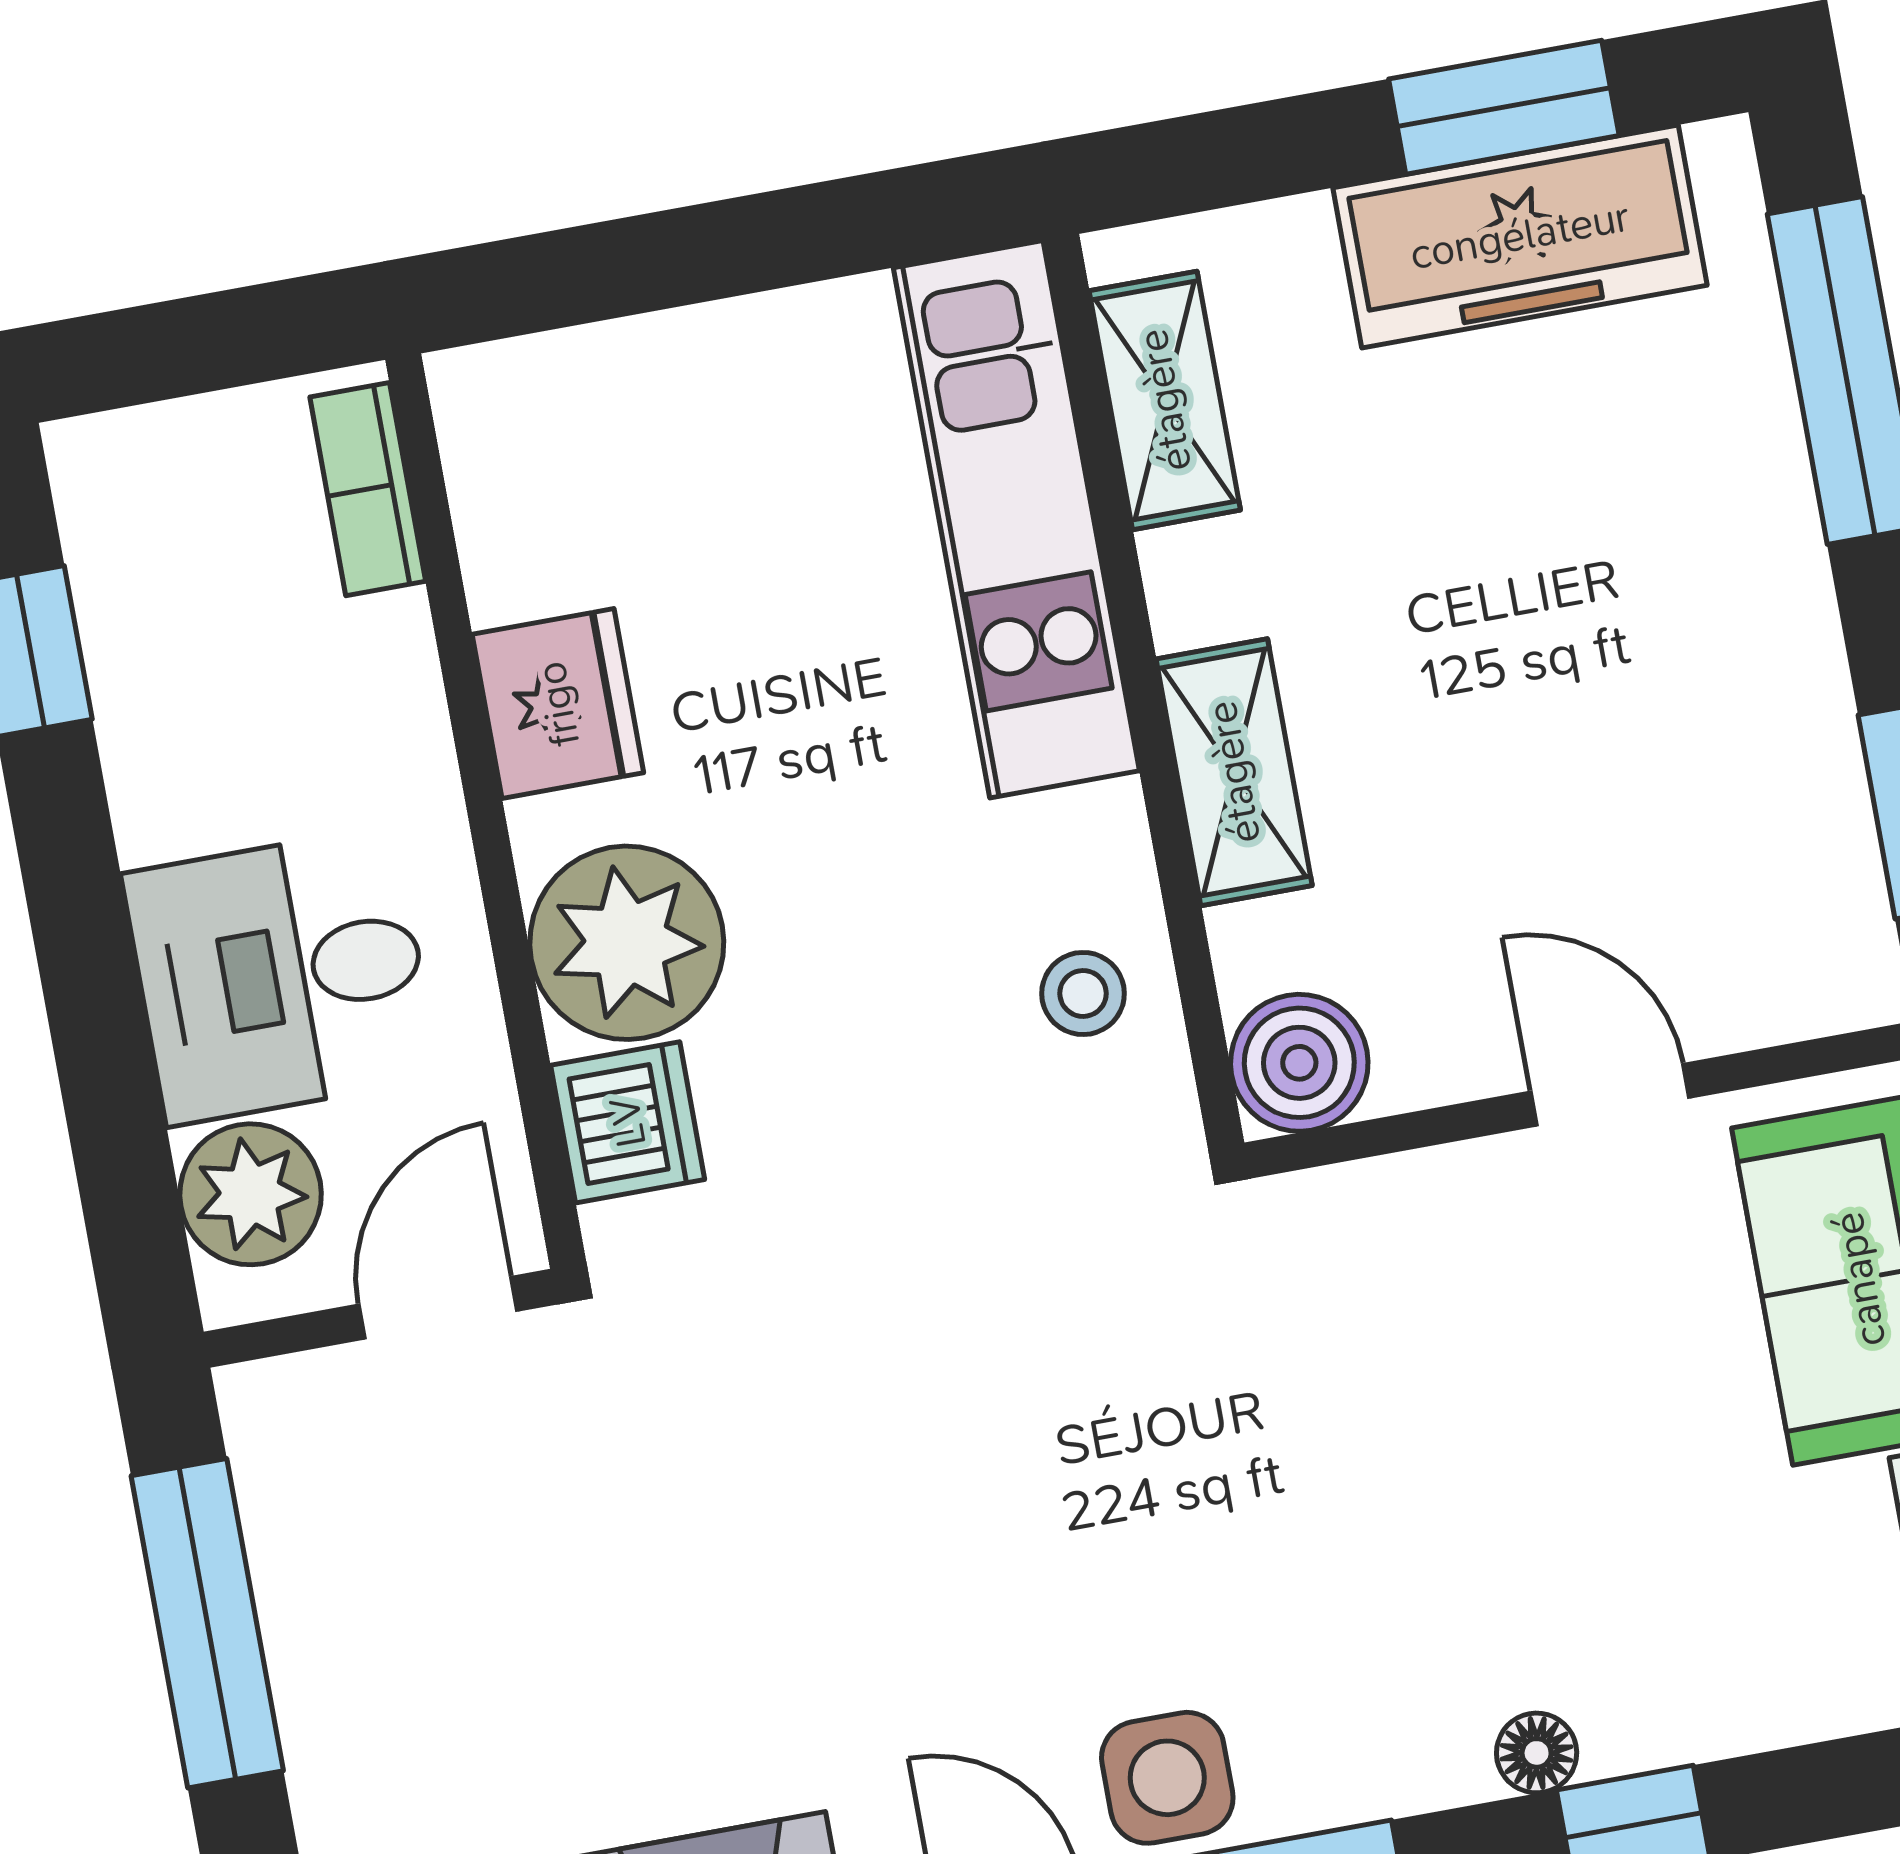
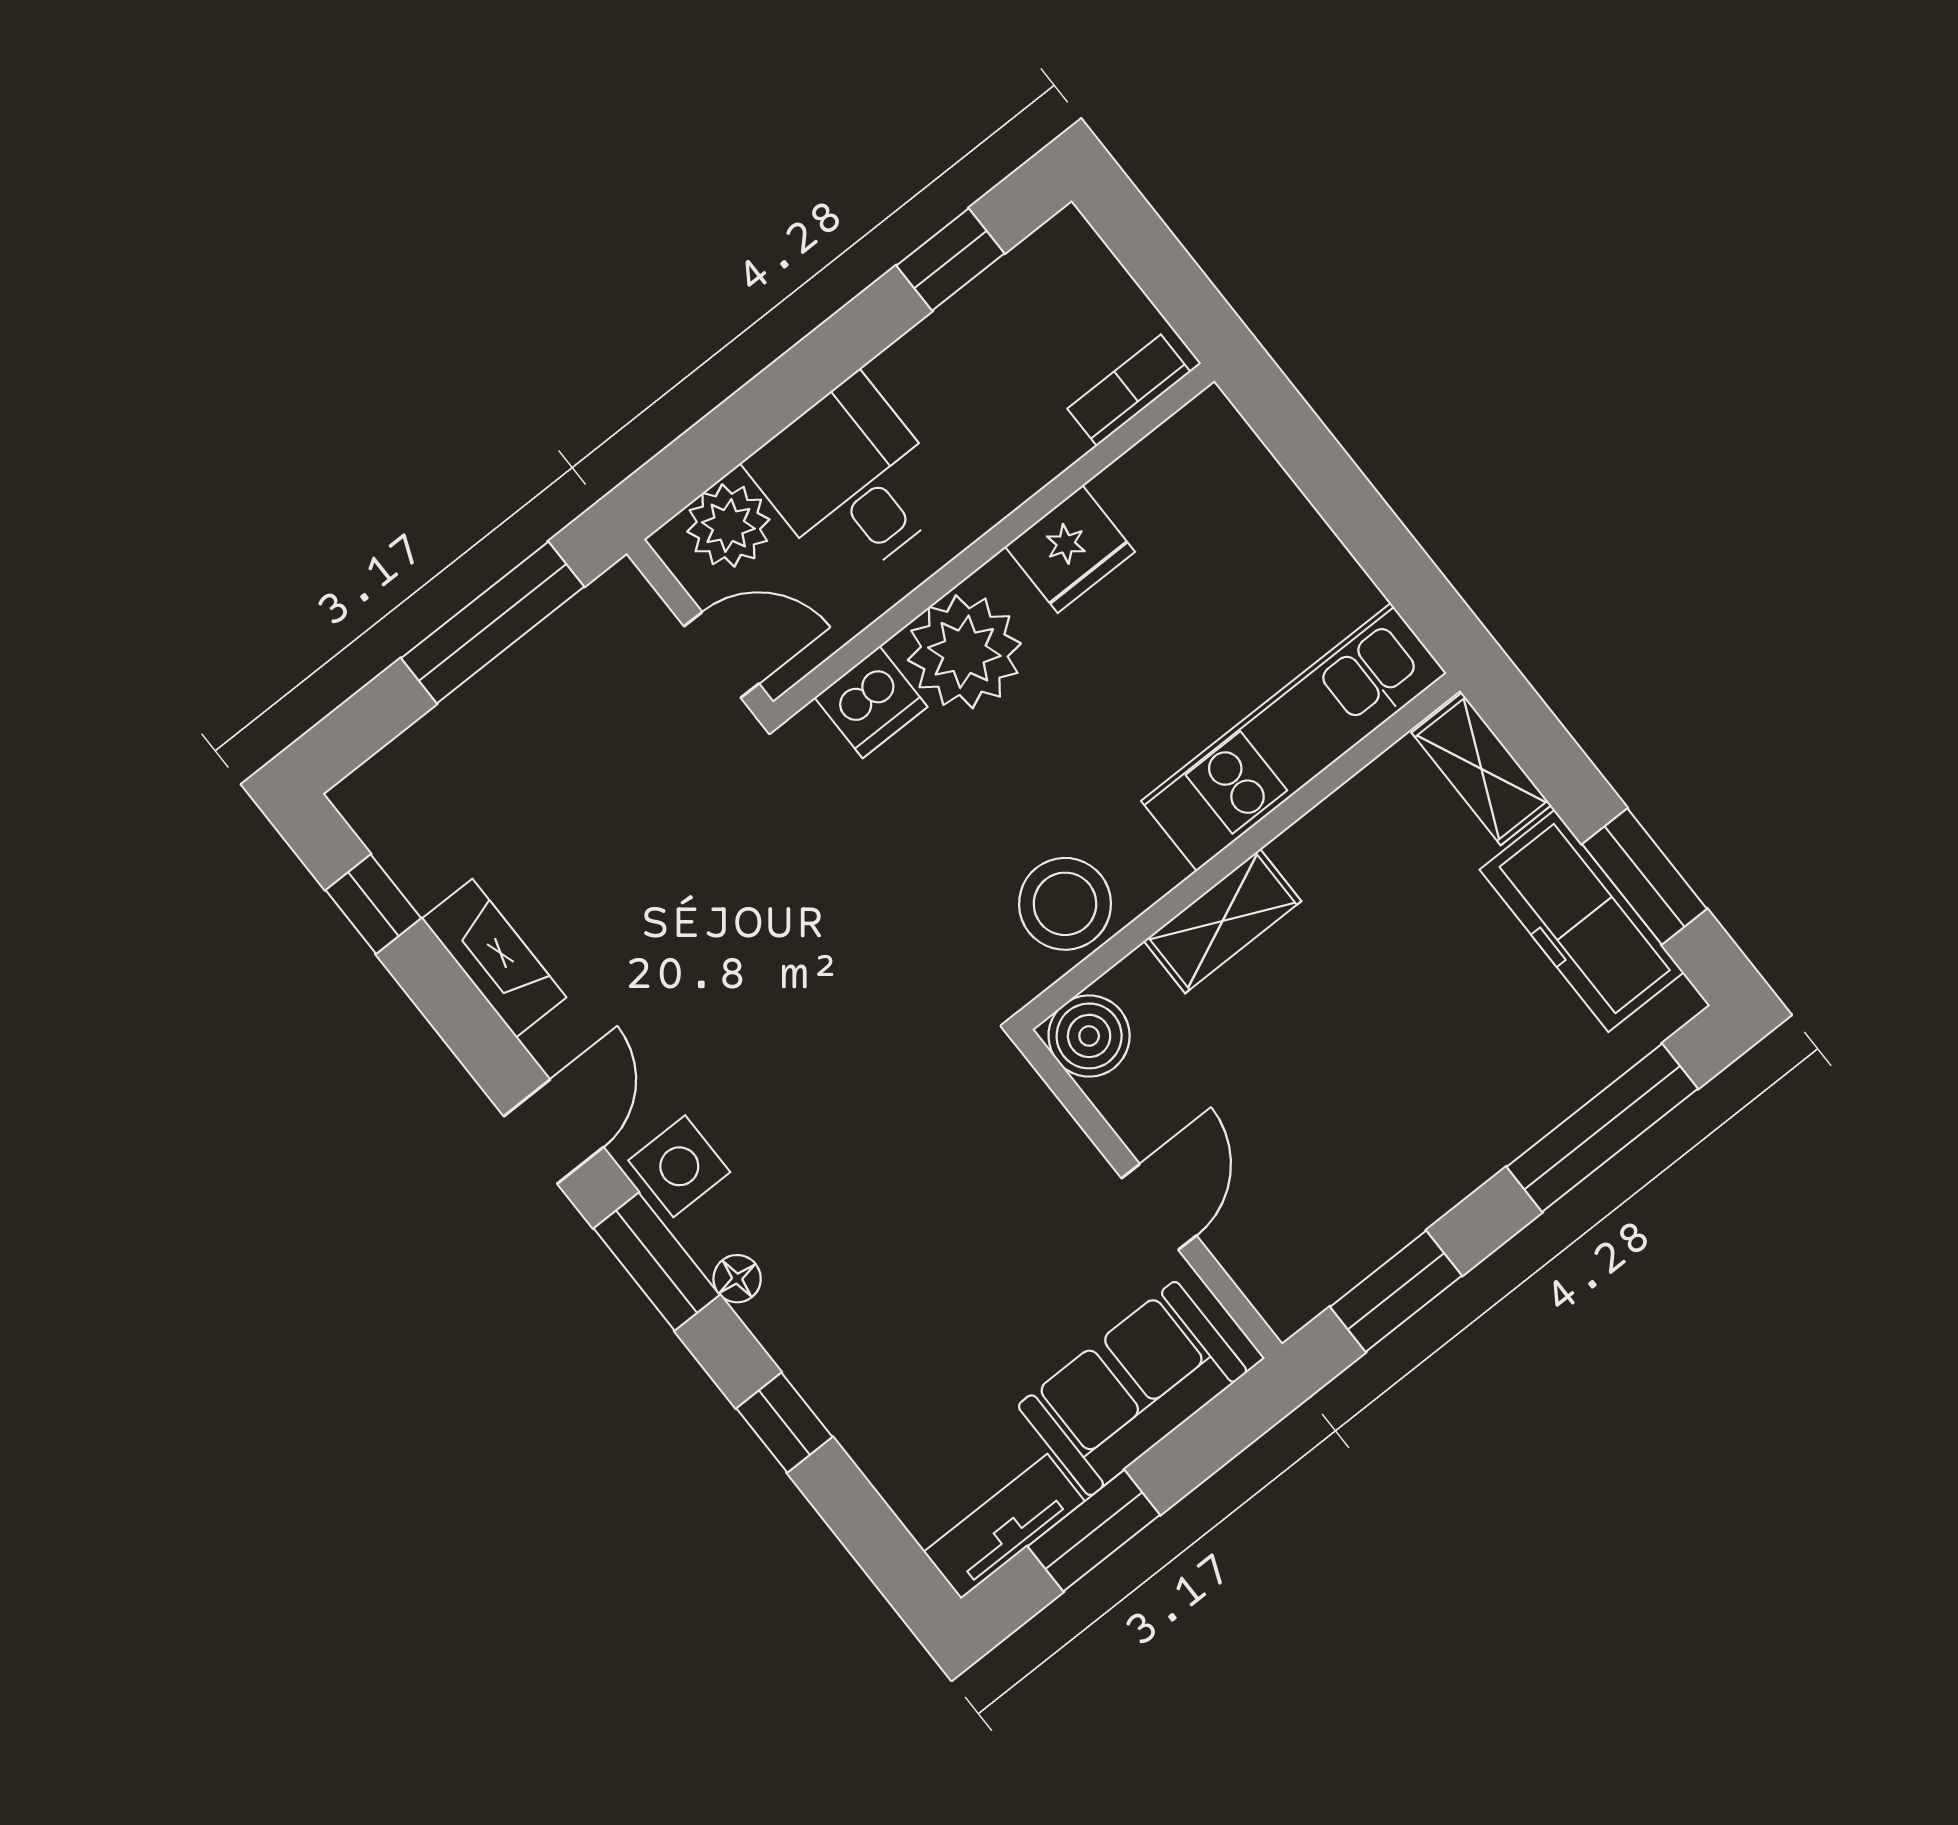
shelving: (1165, 400) -> (1481, 769), moved, turned 90
stool: (1083, 993) -> (1065, 904), width x1.89, depth x1.89
floor lamp: (1537, 1753) -> (737, 1279), moved

